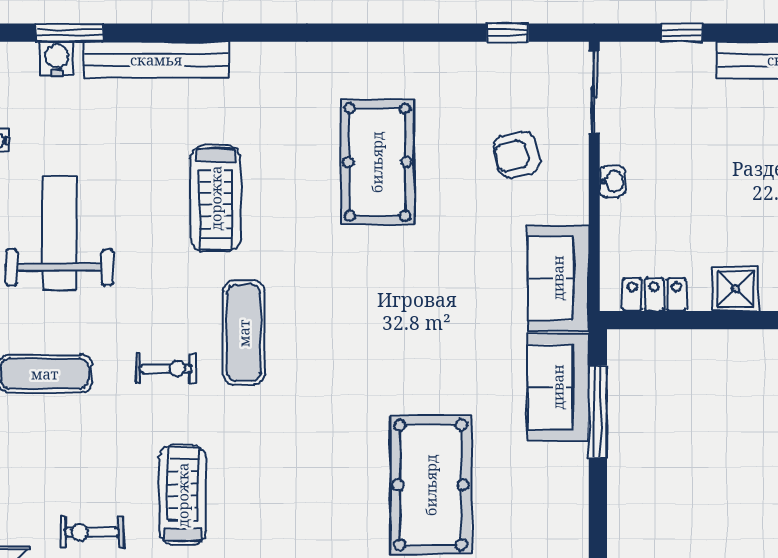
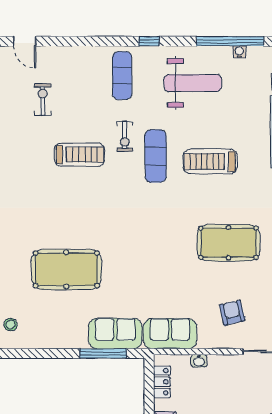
washbasin: (613, 181) -> (199, 361), moved
exercise mat: (244, 333) -> (156, 156), moved, turned 90
treadmill: (183, 495) -> (79, 155), moved

